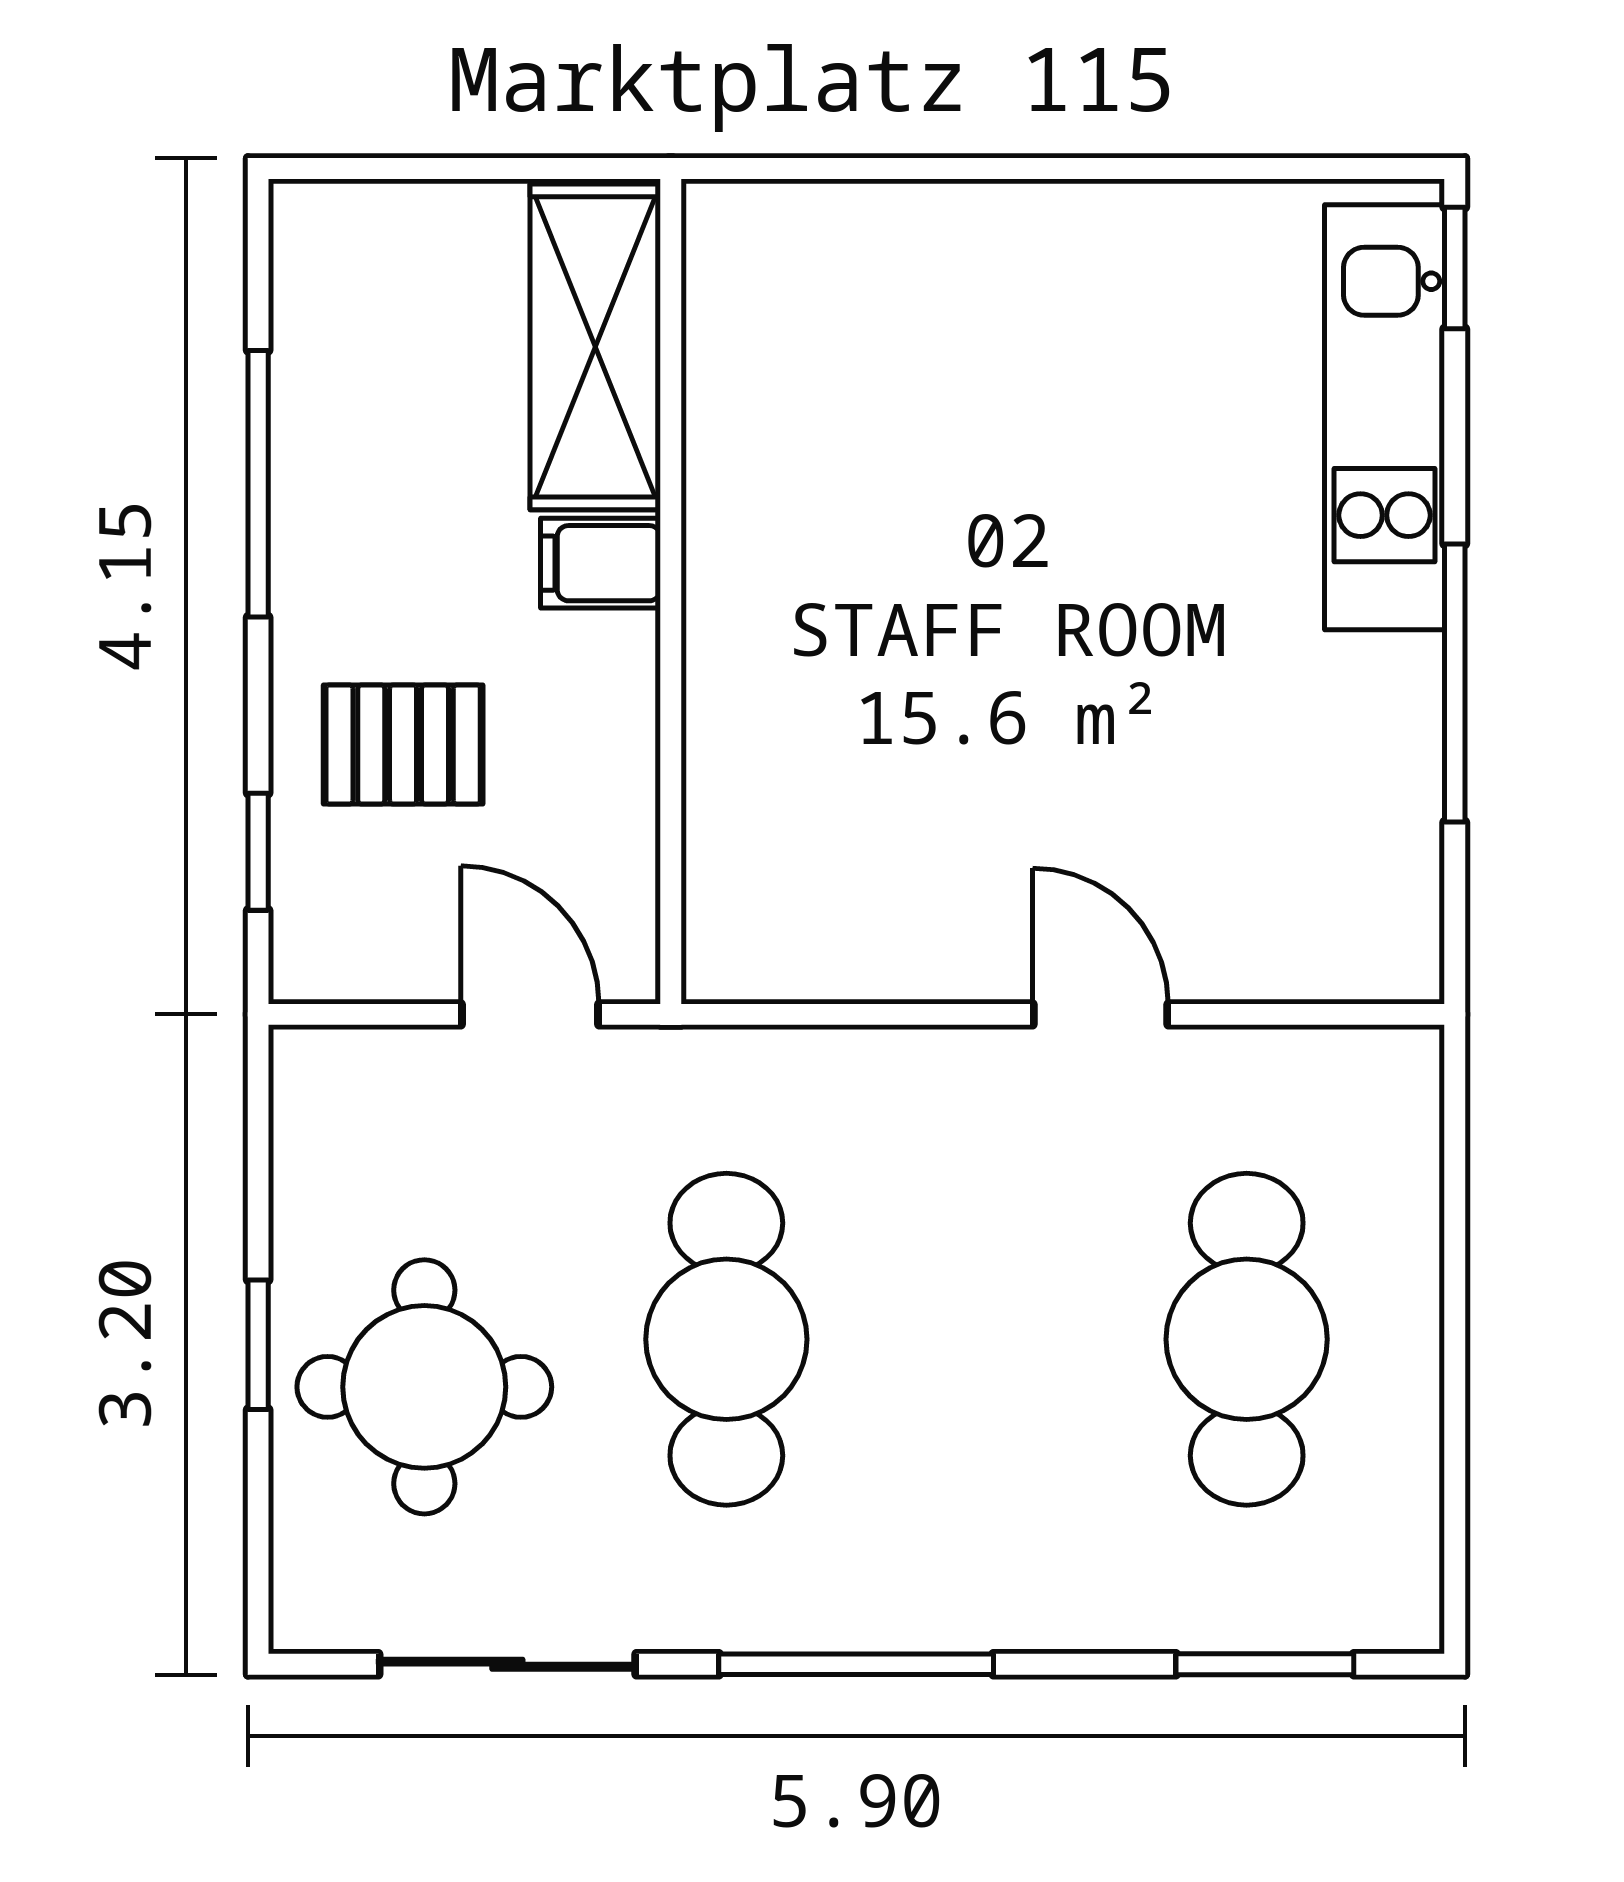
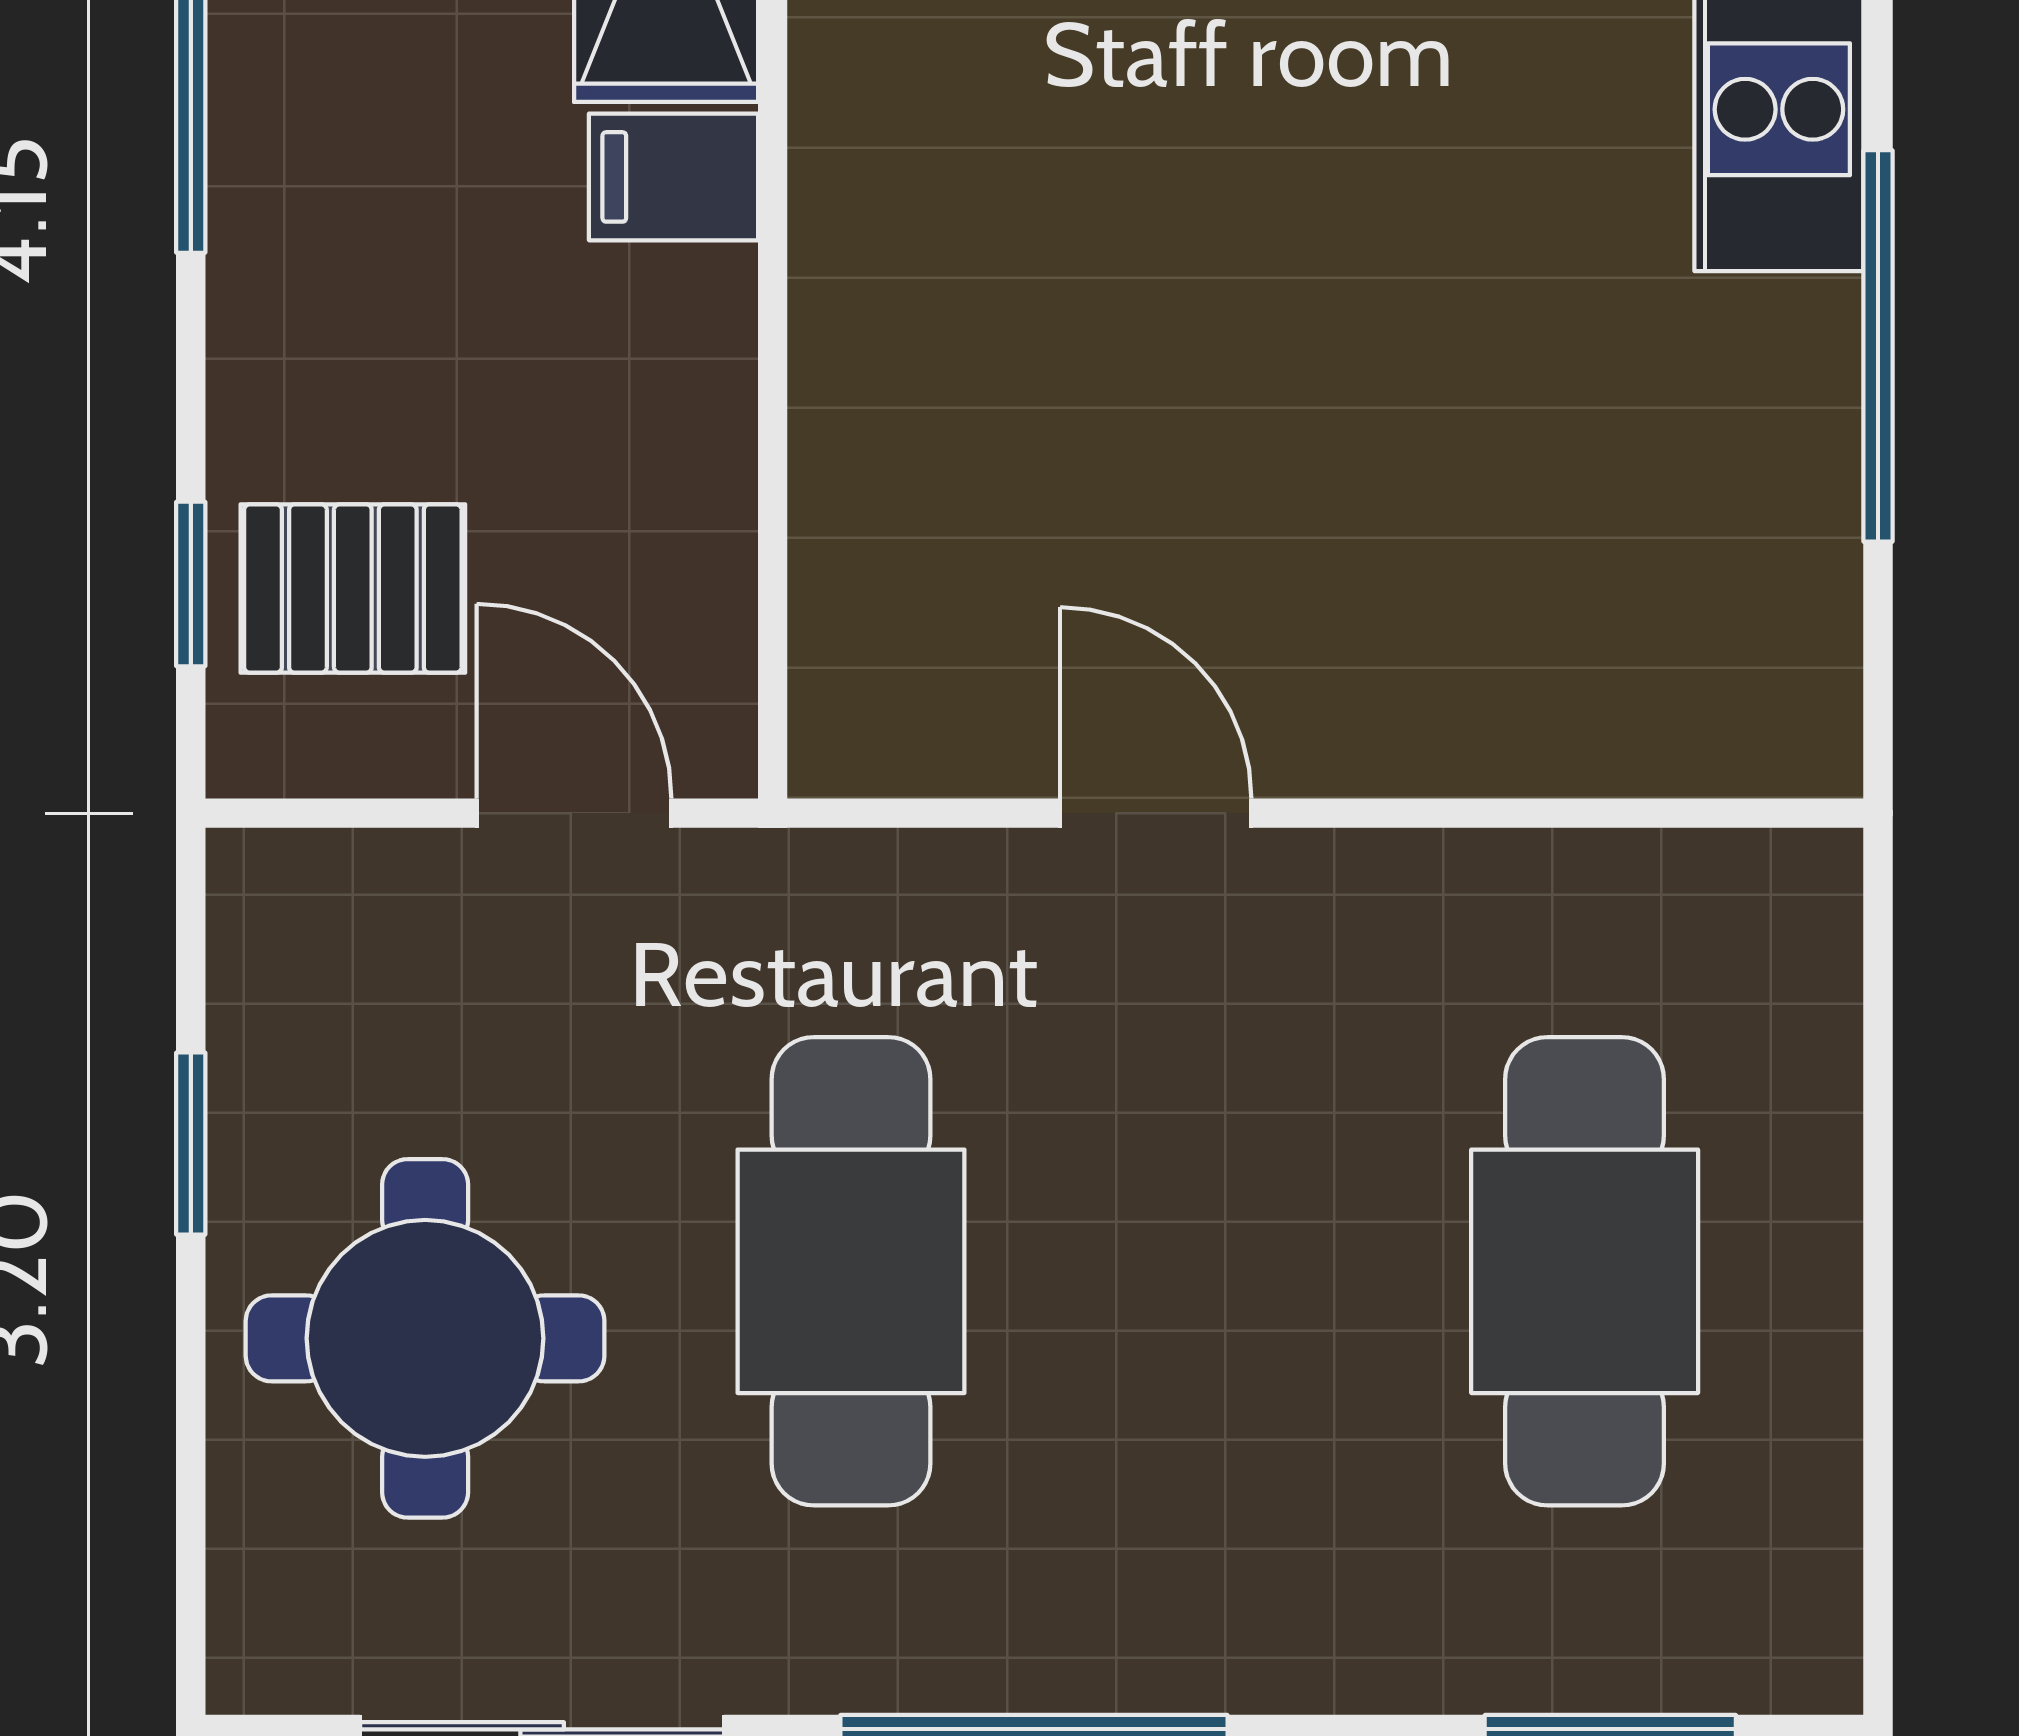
pallet: (403, 745) -> (353, 589), moved
door: (1100, 1014) -> (1156, 813), moved
window: (258, 1345) -> (191, 1144), moved

